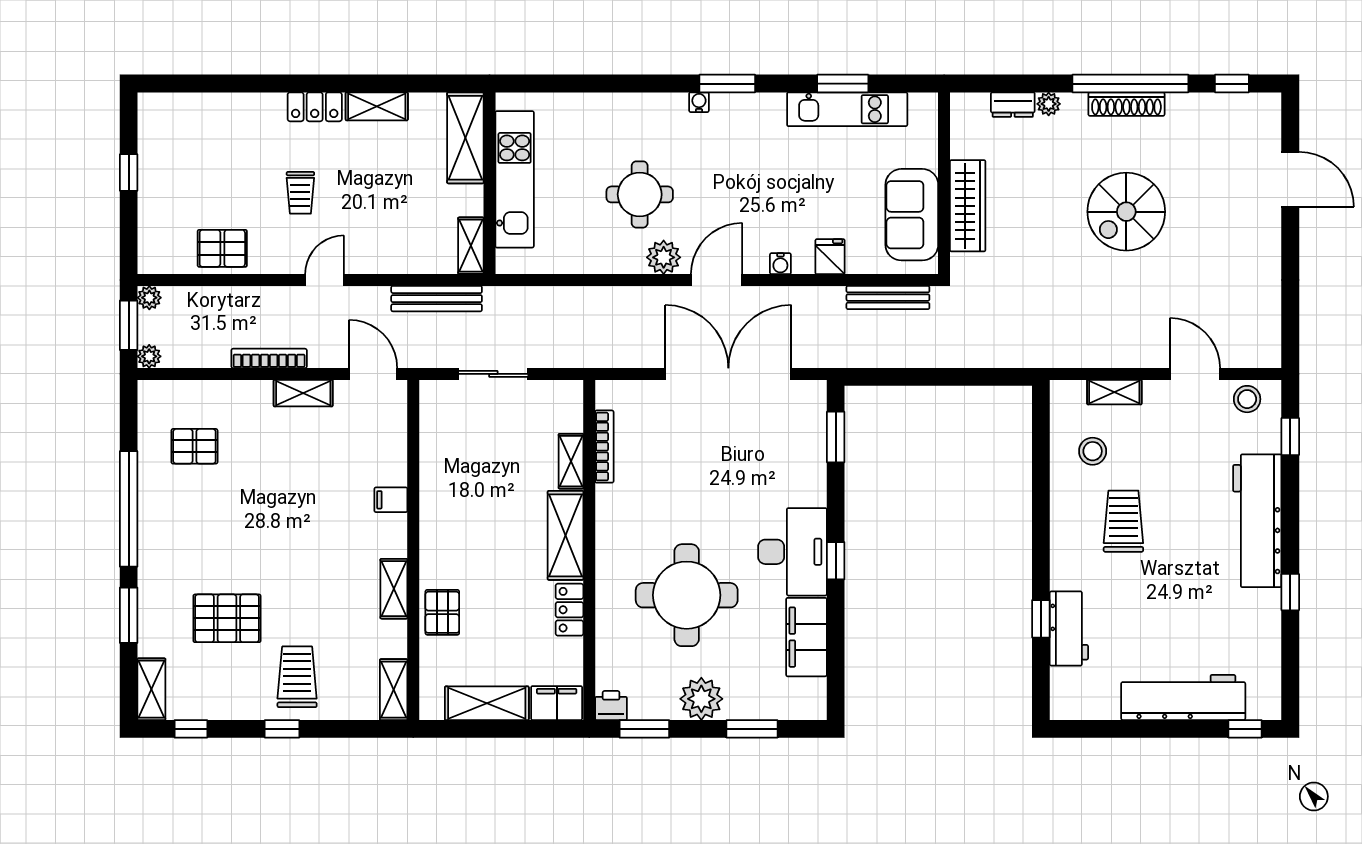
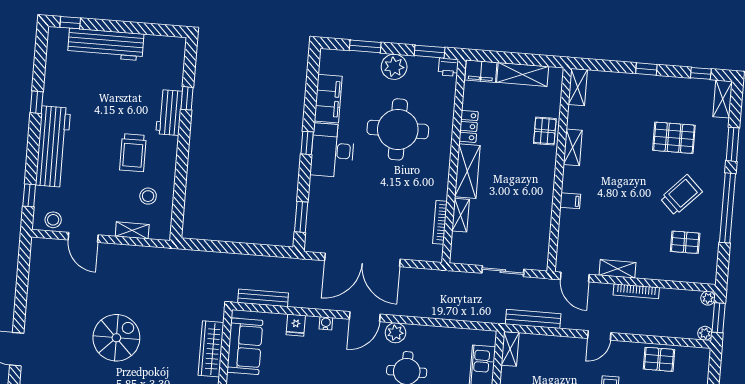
workbench: (1069, 629) -> (169, 112), moved
trolley: (297, 677) -> (681, 195), moved, turned -136

